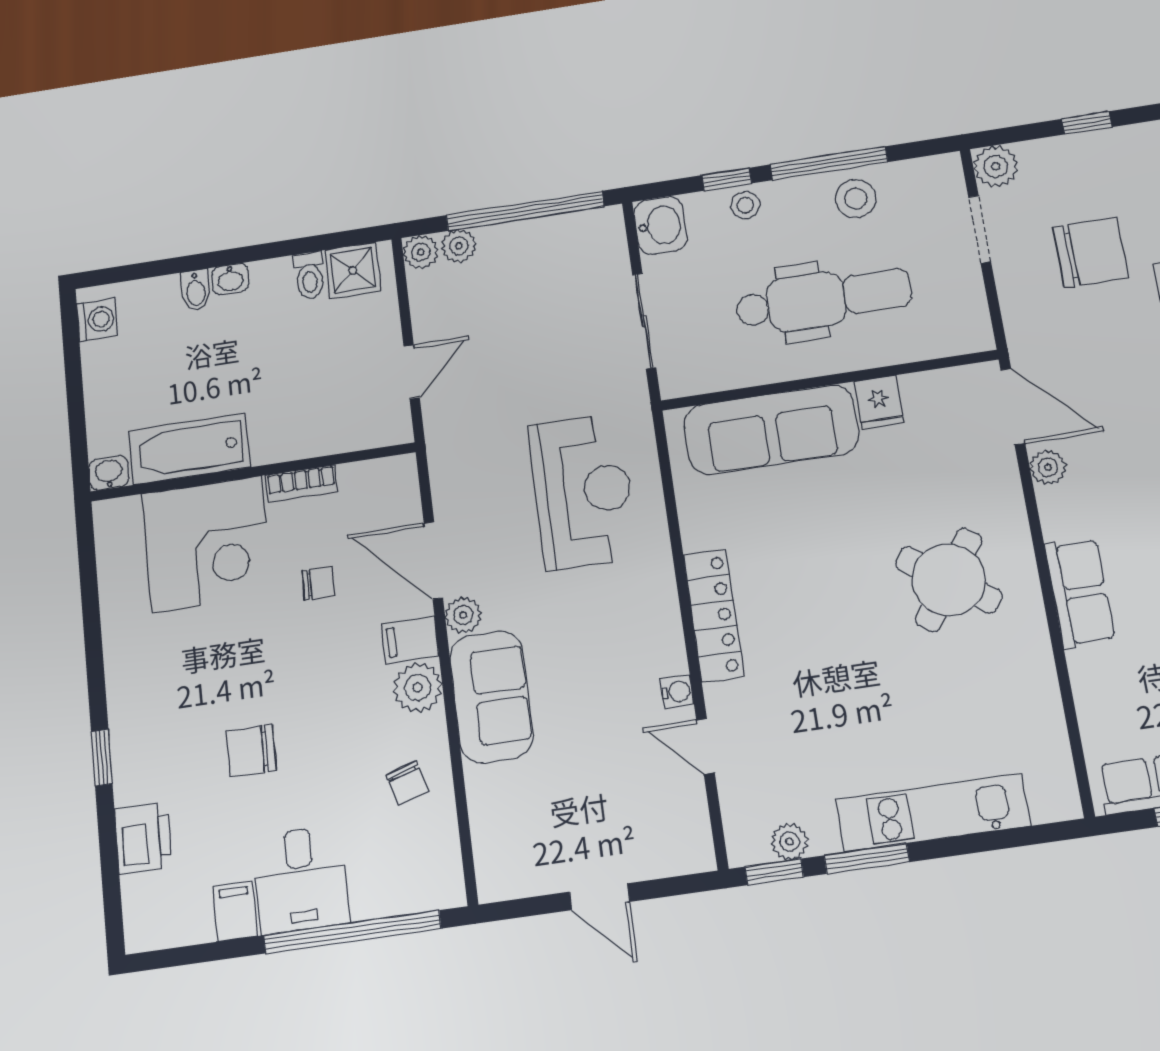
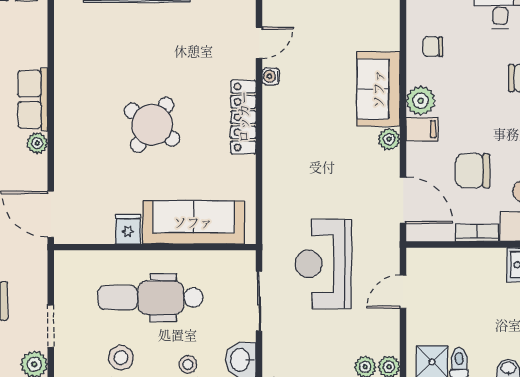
plant: (1048, 467) -> (37, 143), moved
reception desk: (583, 491) -> (323, 264), moved
door: (433, 561) -> (403, 200), moved
round table: (949, 580) -> (152, 125), moved
chair: (319, 583) -> (473, 171), width x1.87, depth x1.87
door: (705, 746) -> (259, 43), hinge flipped
chair: (407, 783) -> (433, 47), turned -73

